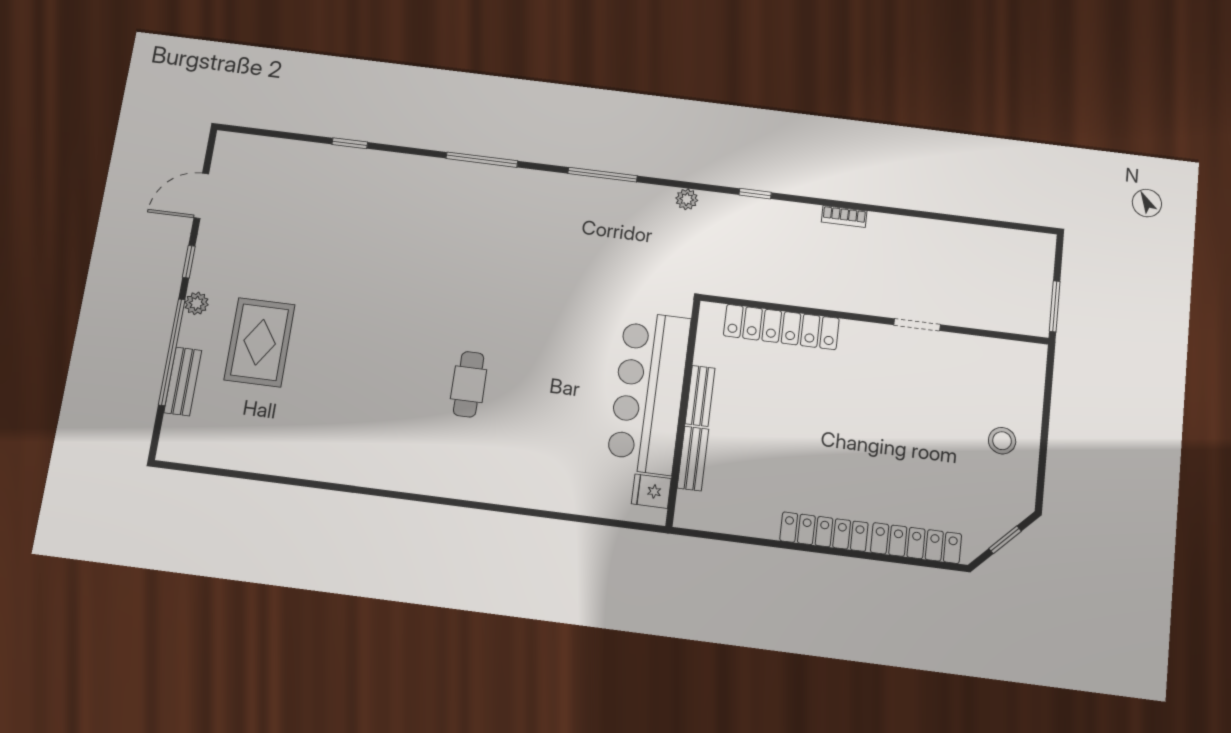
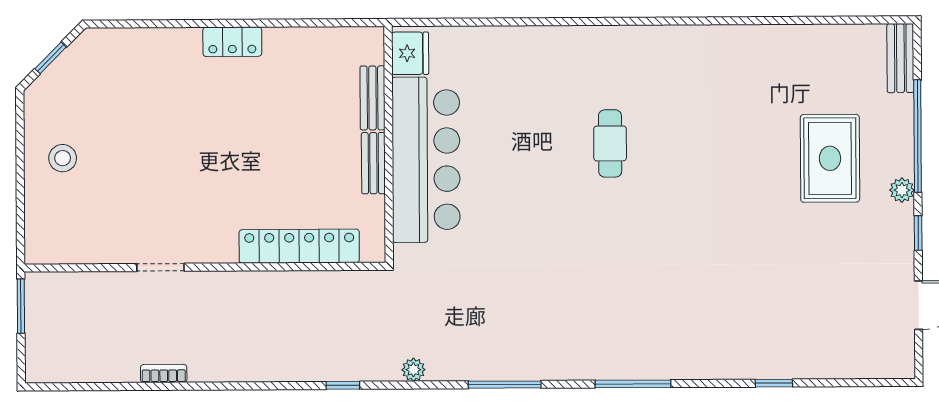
bookcase: (844, 217) -> (164, 374), moved
bench: (183, 381) -> (900, 58), moved
fridge: (651, 491) -> (410, 53), width x1.38
locker: (824, 532) -> (232, 42), width x0.66
locker: (916, 543) -> (139, 43), removed

